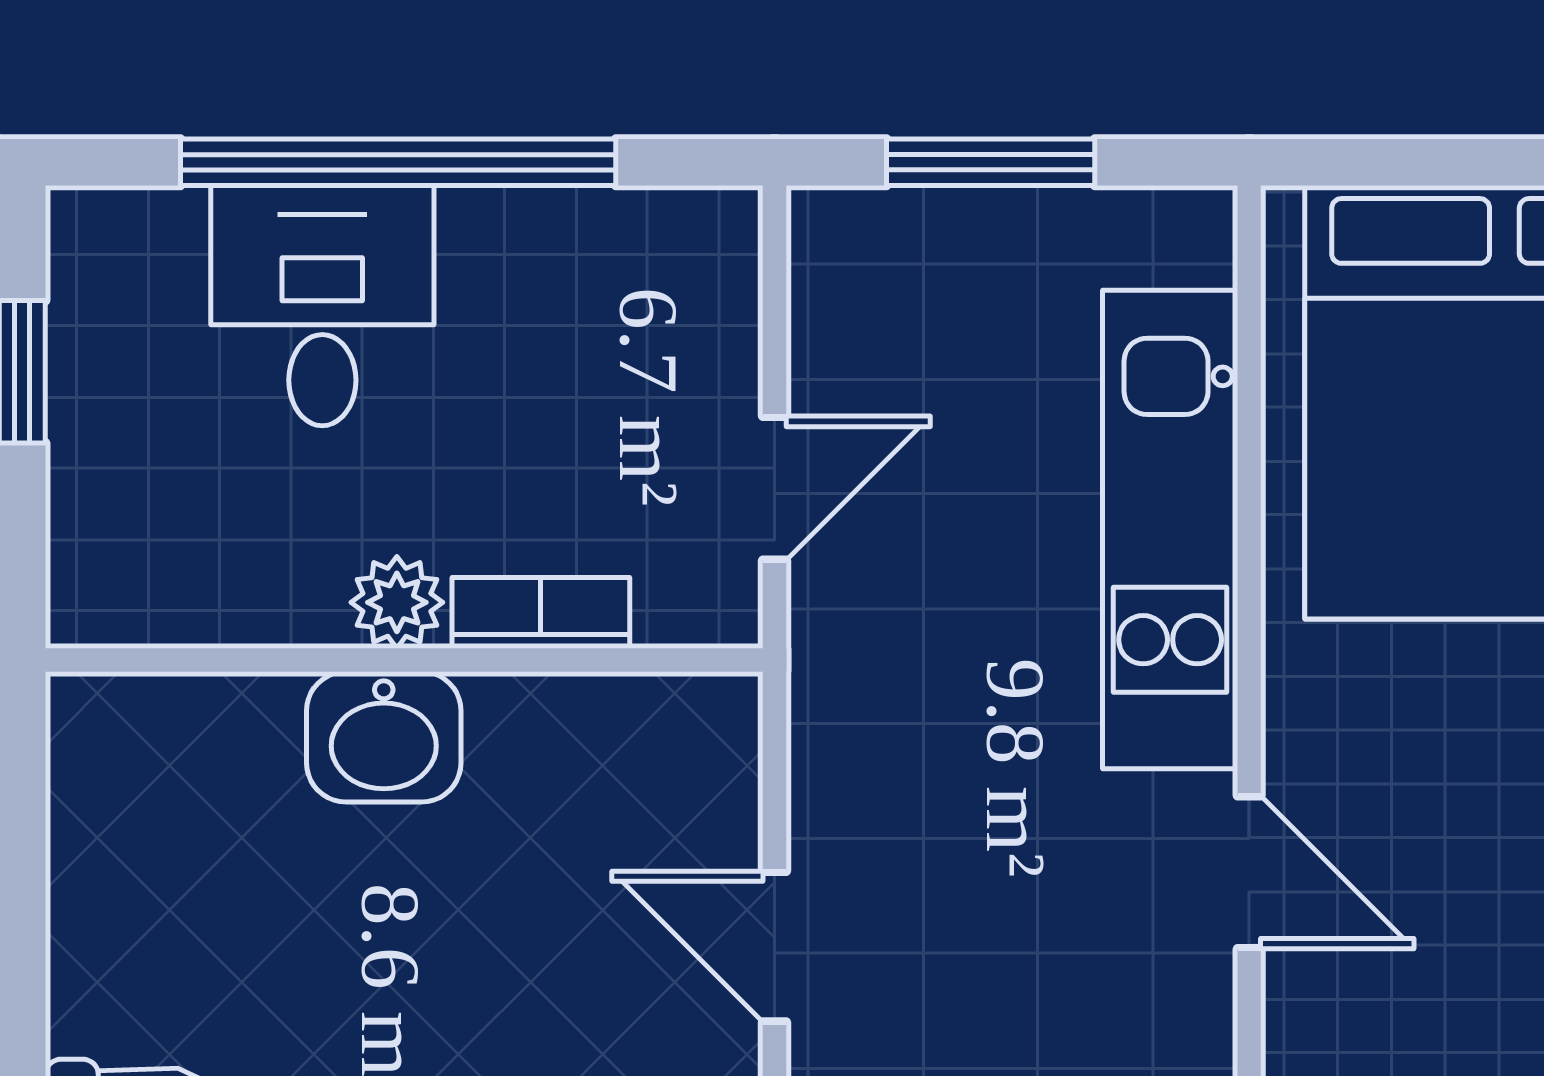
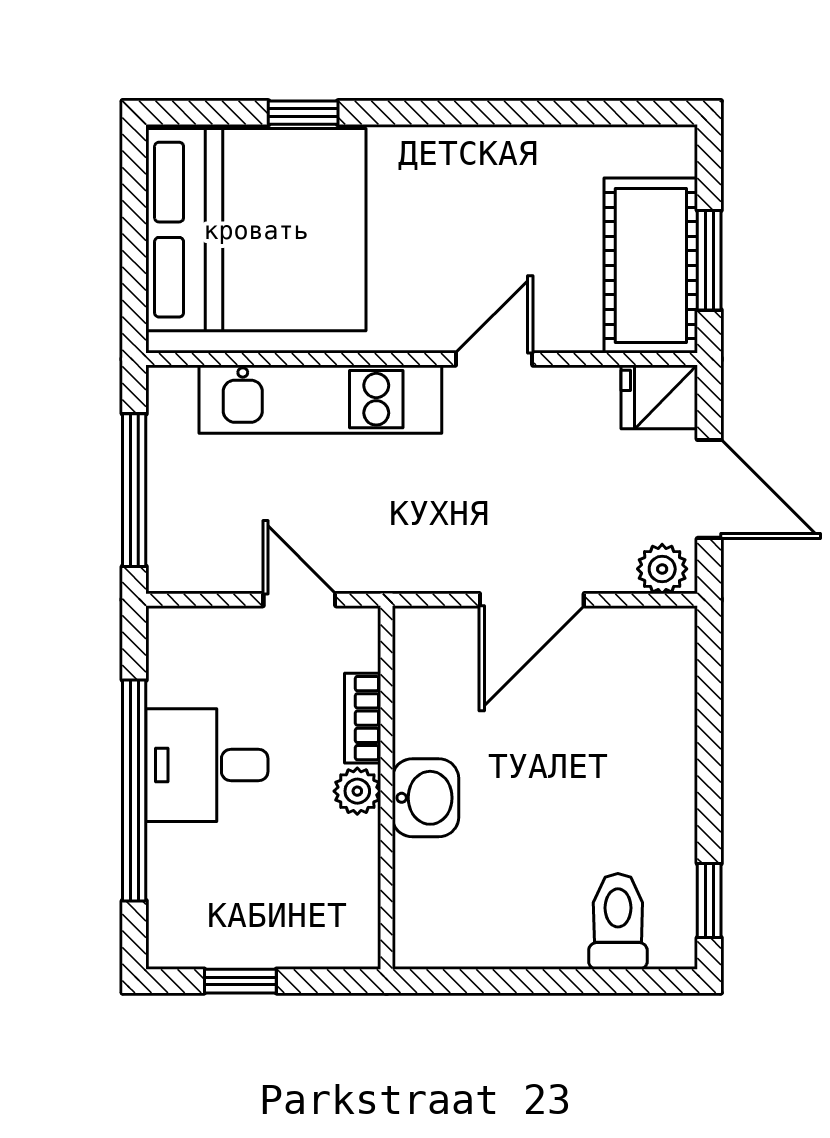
window: (991, 162) -> (134, 490), width x1.44
desk: (322, 306) -> (207, 765), moved
door: (775, 947) -> (532, 600), width x1.38

